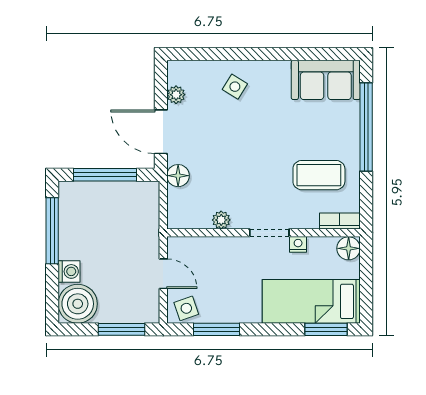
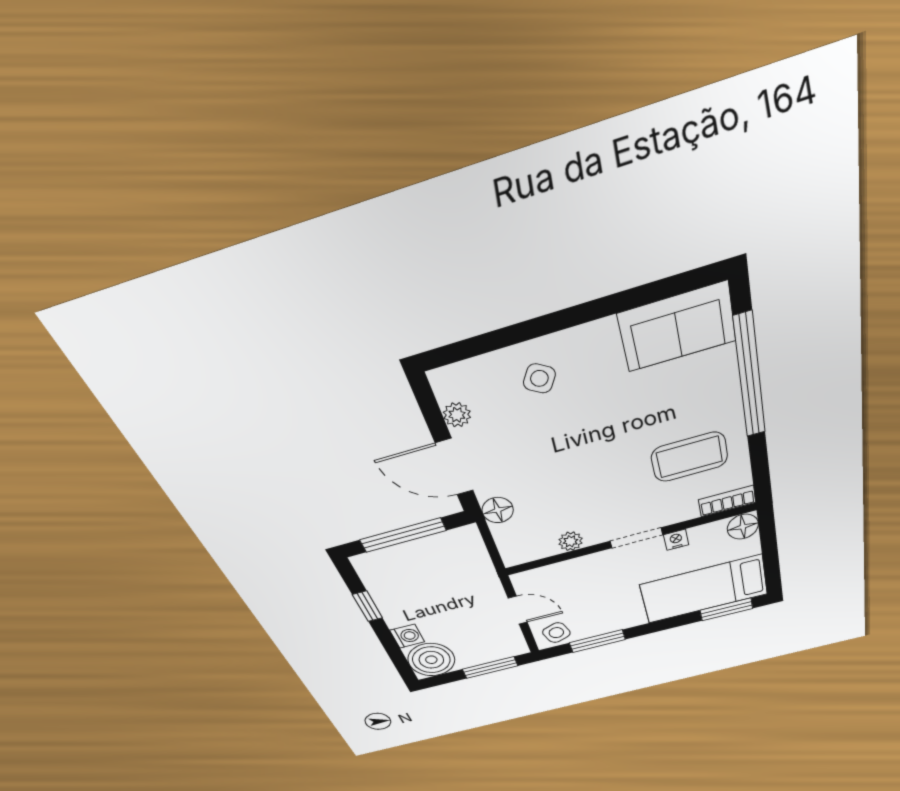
window: (52, 231) -> (367, 606), width x0.46

